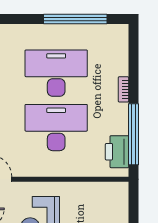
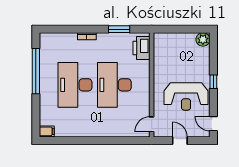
window: (133, 134) -> (119, 29), width x0.47
printer: (117, 152) -> (142, 48), moved, turned 90

